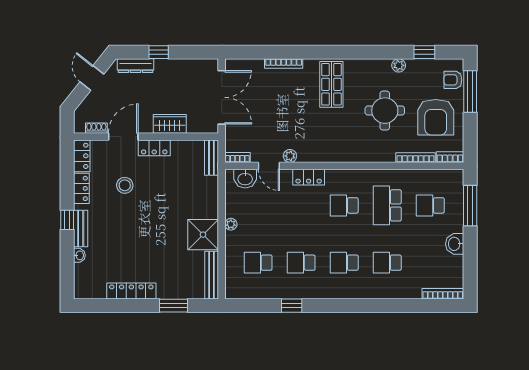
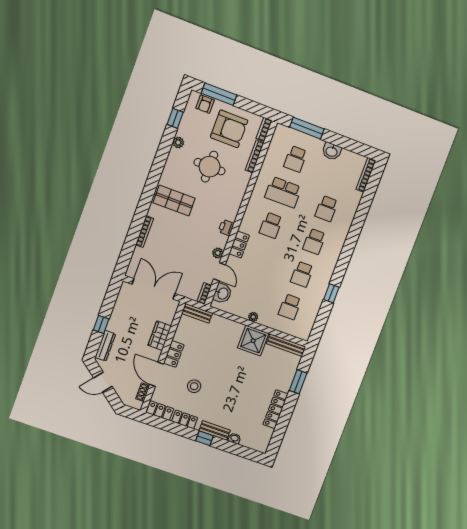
printer: (323, 155) -> (226, 228), added
door: (269, 166) -> (219, 272), hinge flipped

